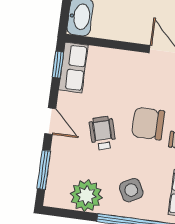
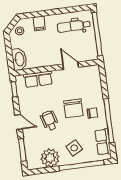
row of seats: (73, 68) -> (38, 79), moved, turned 90
chair: (148, 124) -> (73, 108), turned -90

